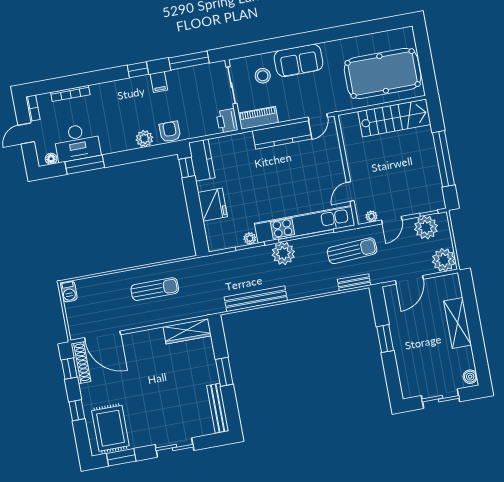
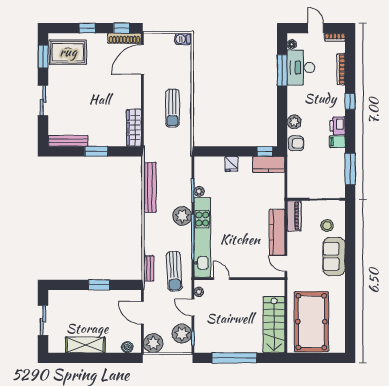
window: (138, 70) -> (350, 101), moved
printer: (227, 121) -> (338, 126), moved, turned -90
fridge: (212, 205) -> (231, 164), width x0.53, depth x0.75
shelving: (458, 323) -> (85, 345), moved
boiler: (470, 377) -> (127, 347), moved

